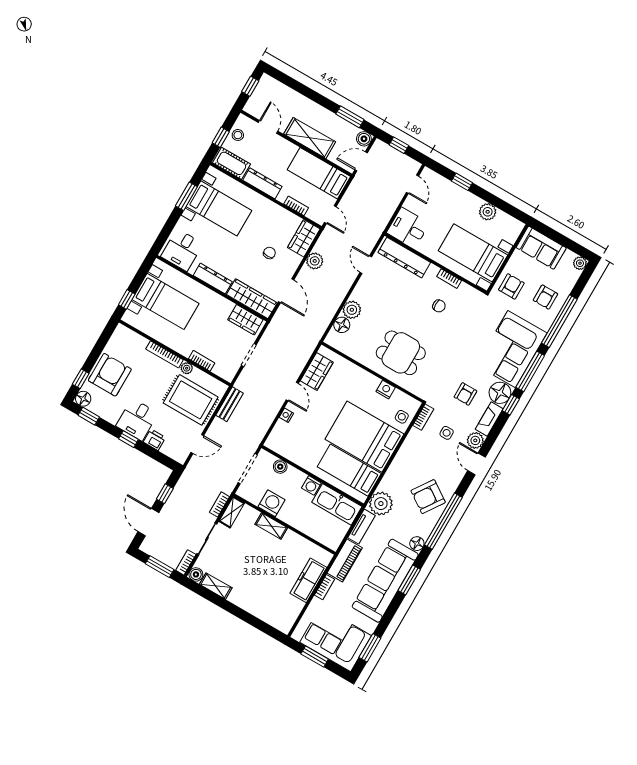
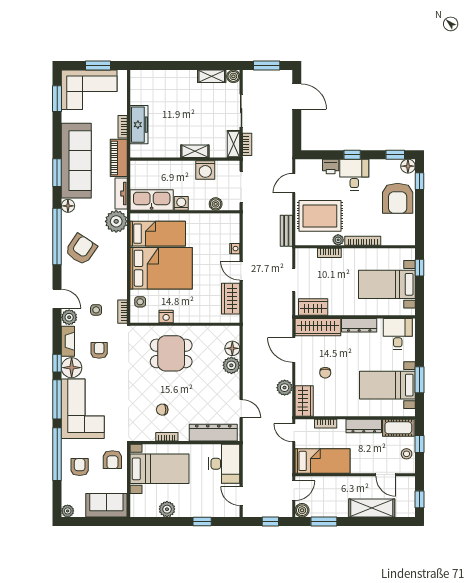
shelving: (310, 138) -> (372, 508), moved
desk: (408, 228) -> (224, 464), width x1.37
window: (165, 494) -> (297, 127), removed
bookcase: (186, 562) -> (247, 81), removed

